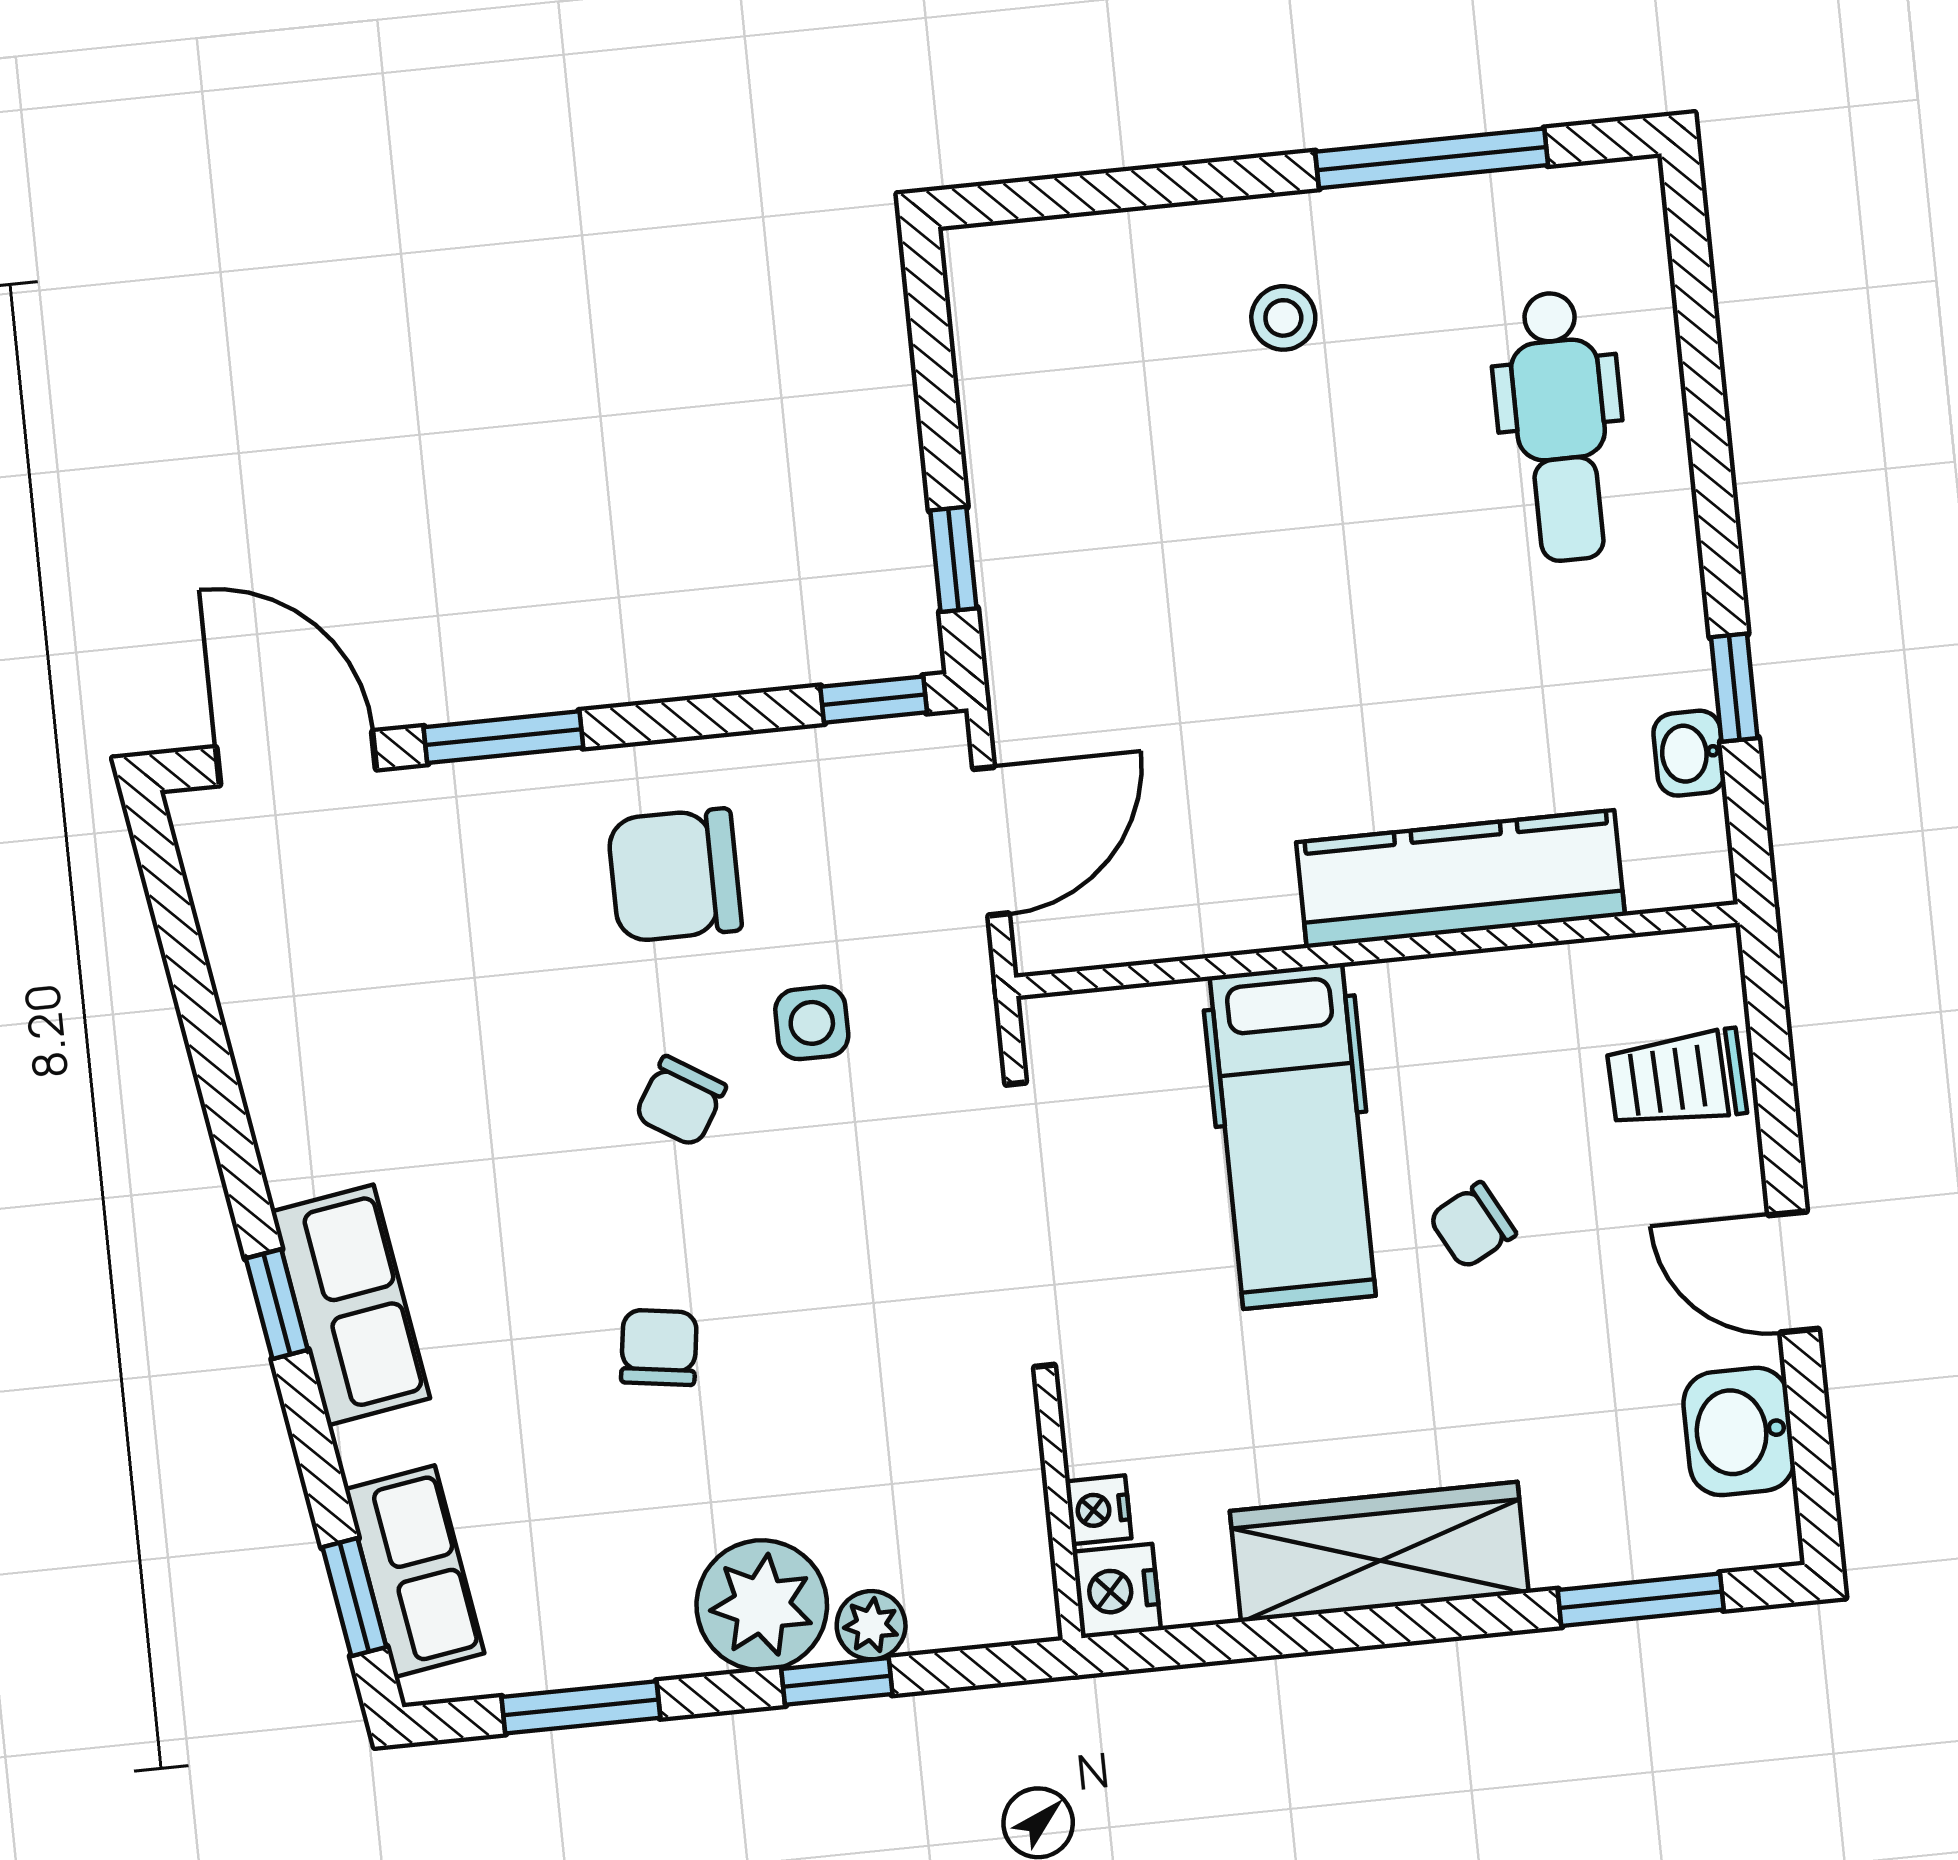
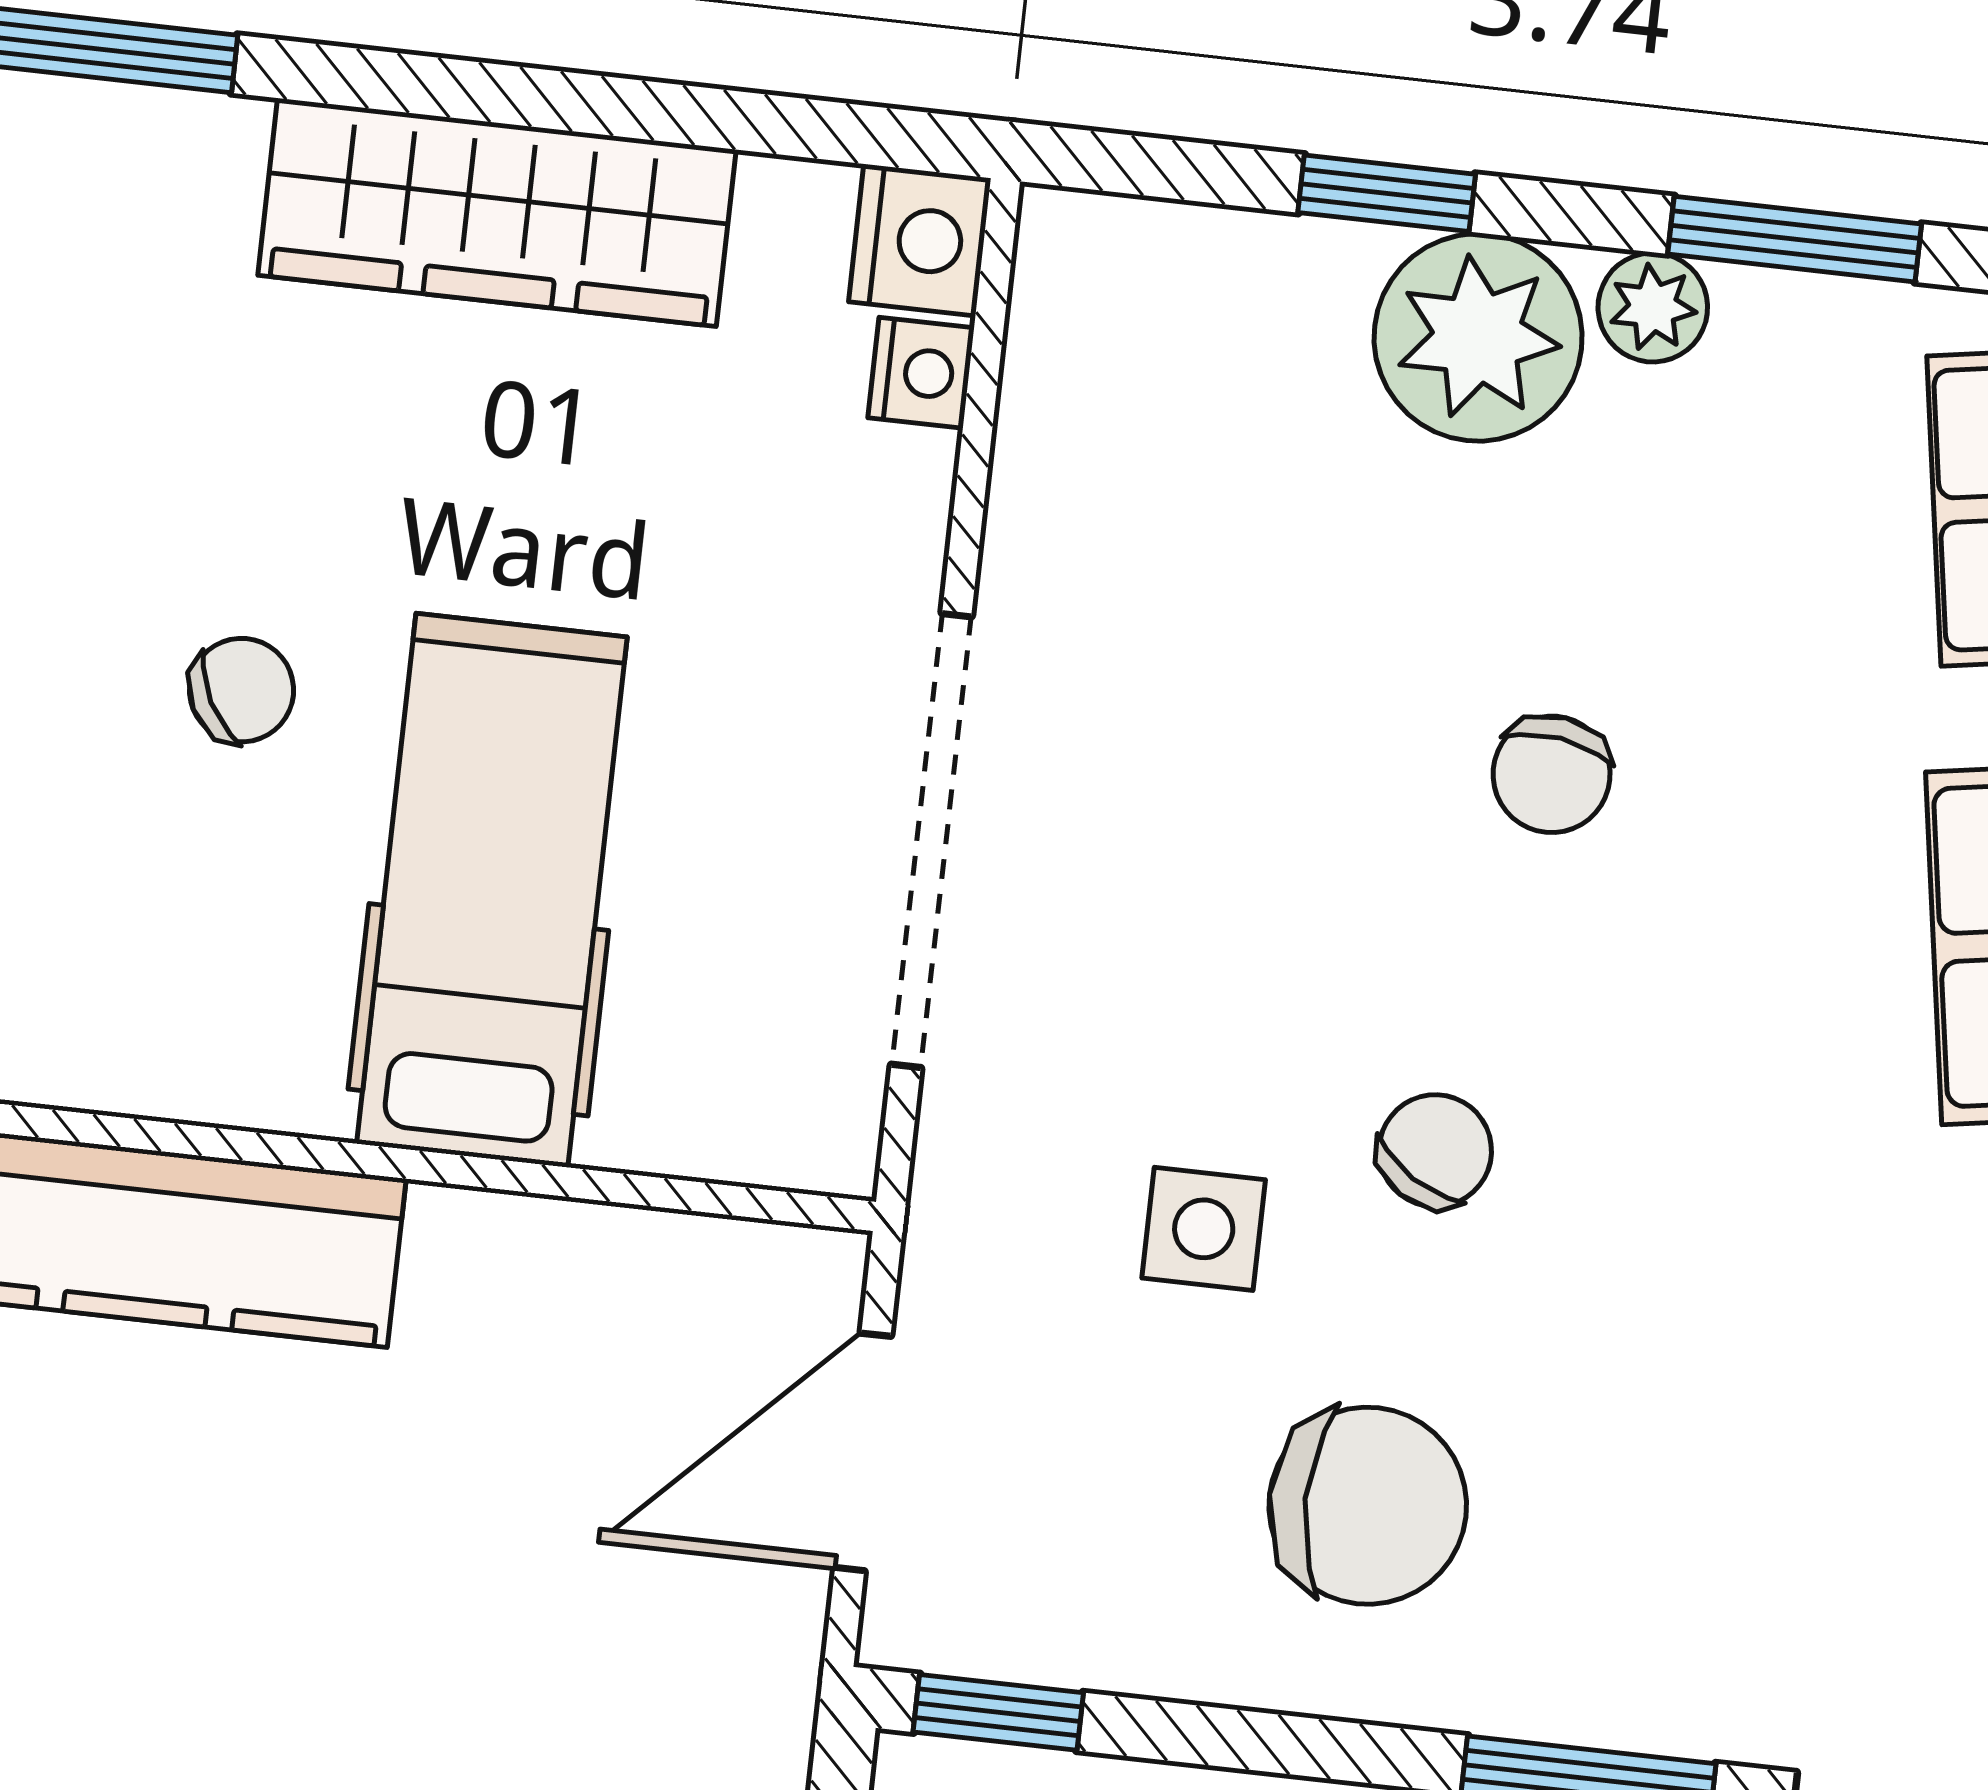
plant: (871, 1625) -> (1653, 307), moved

